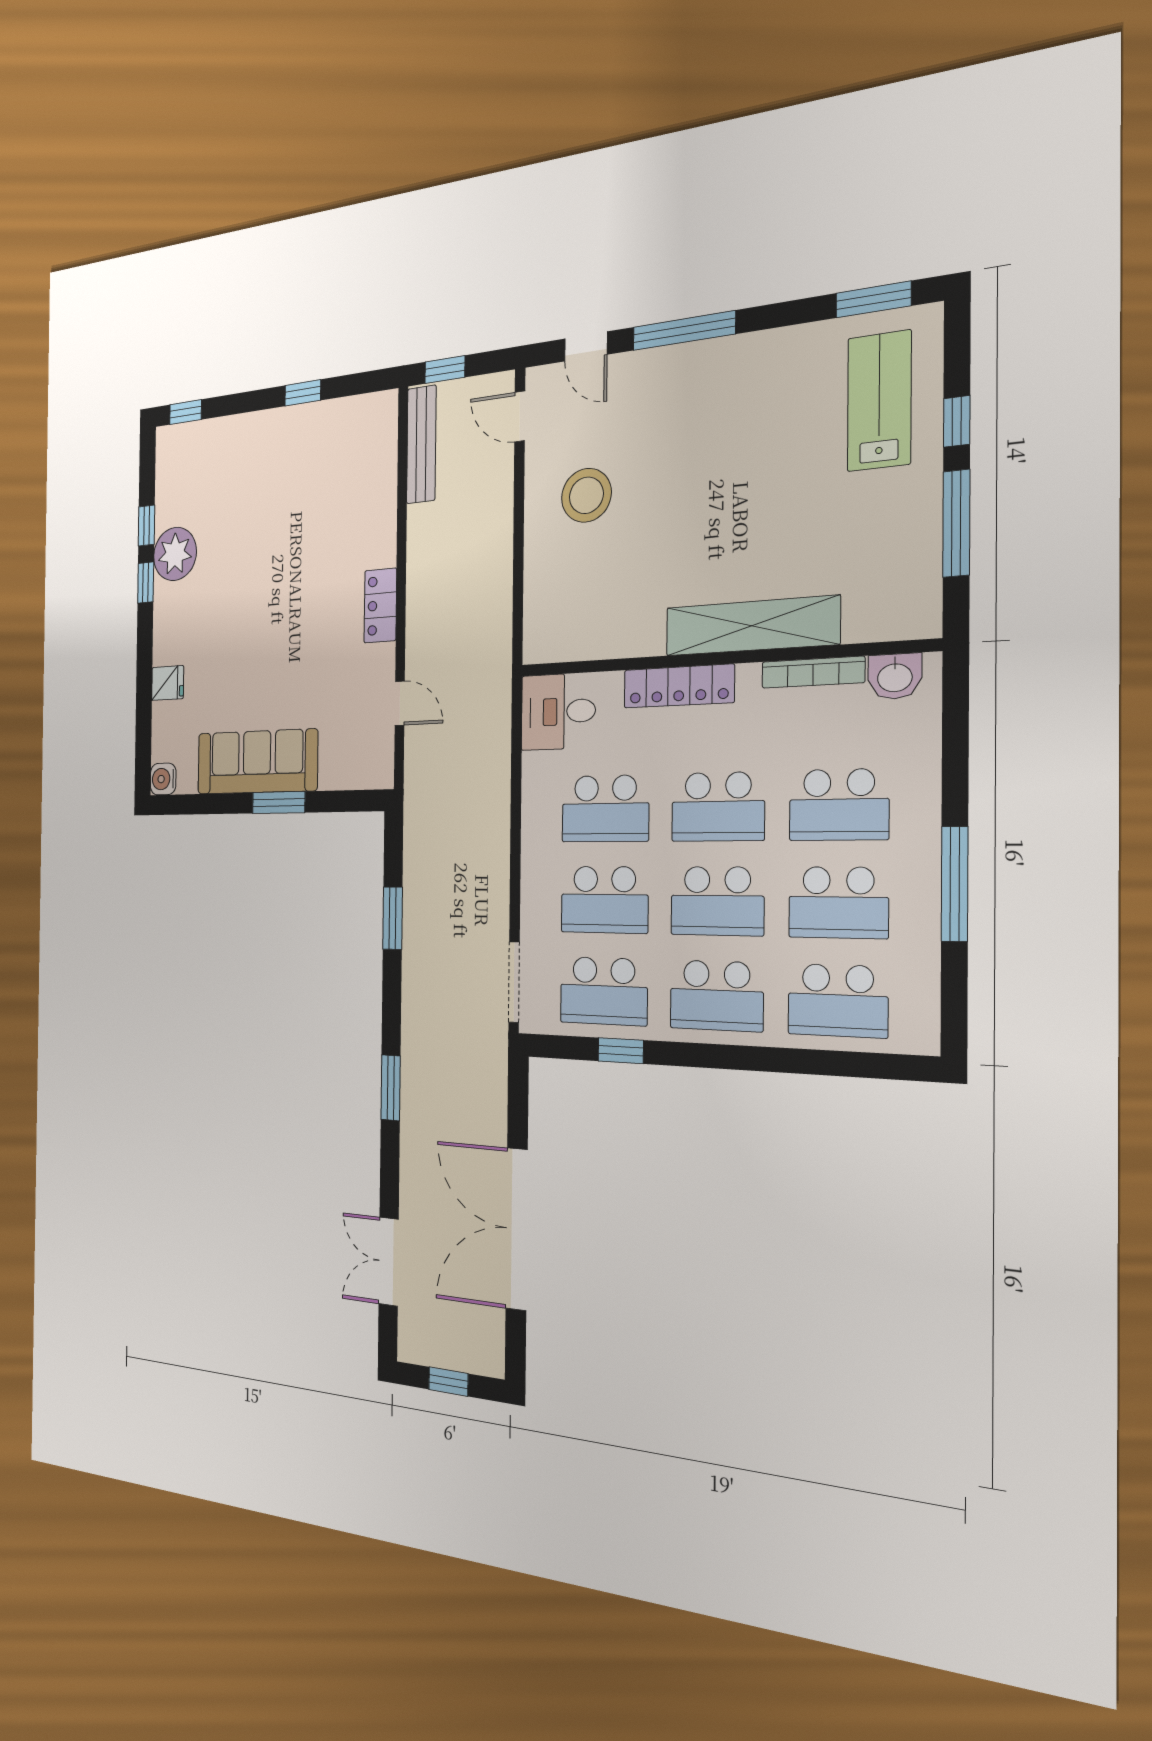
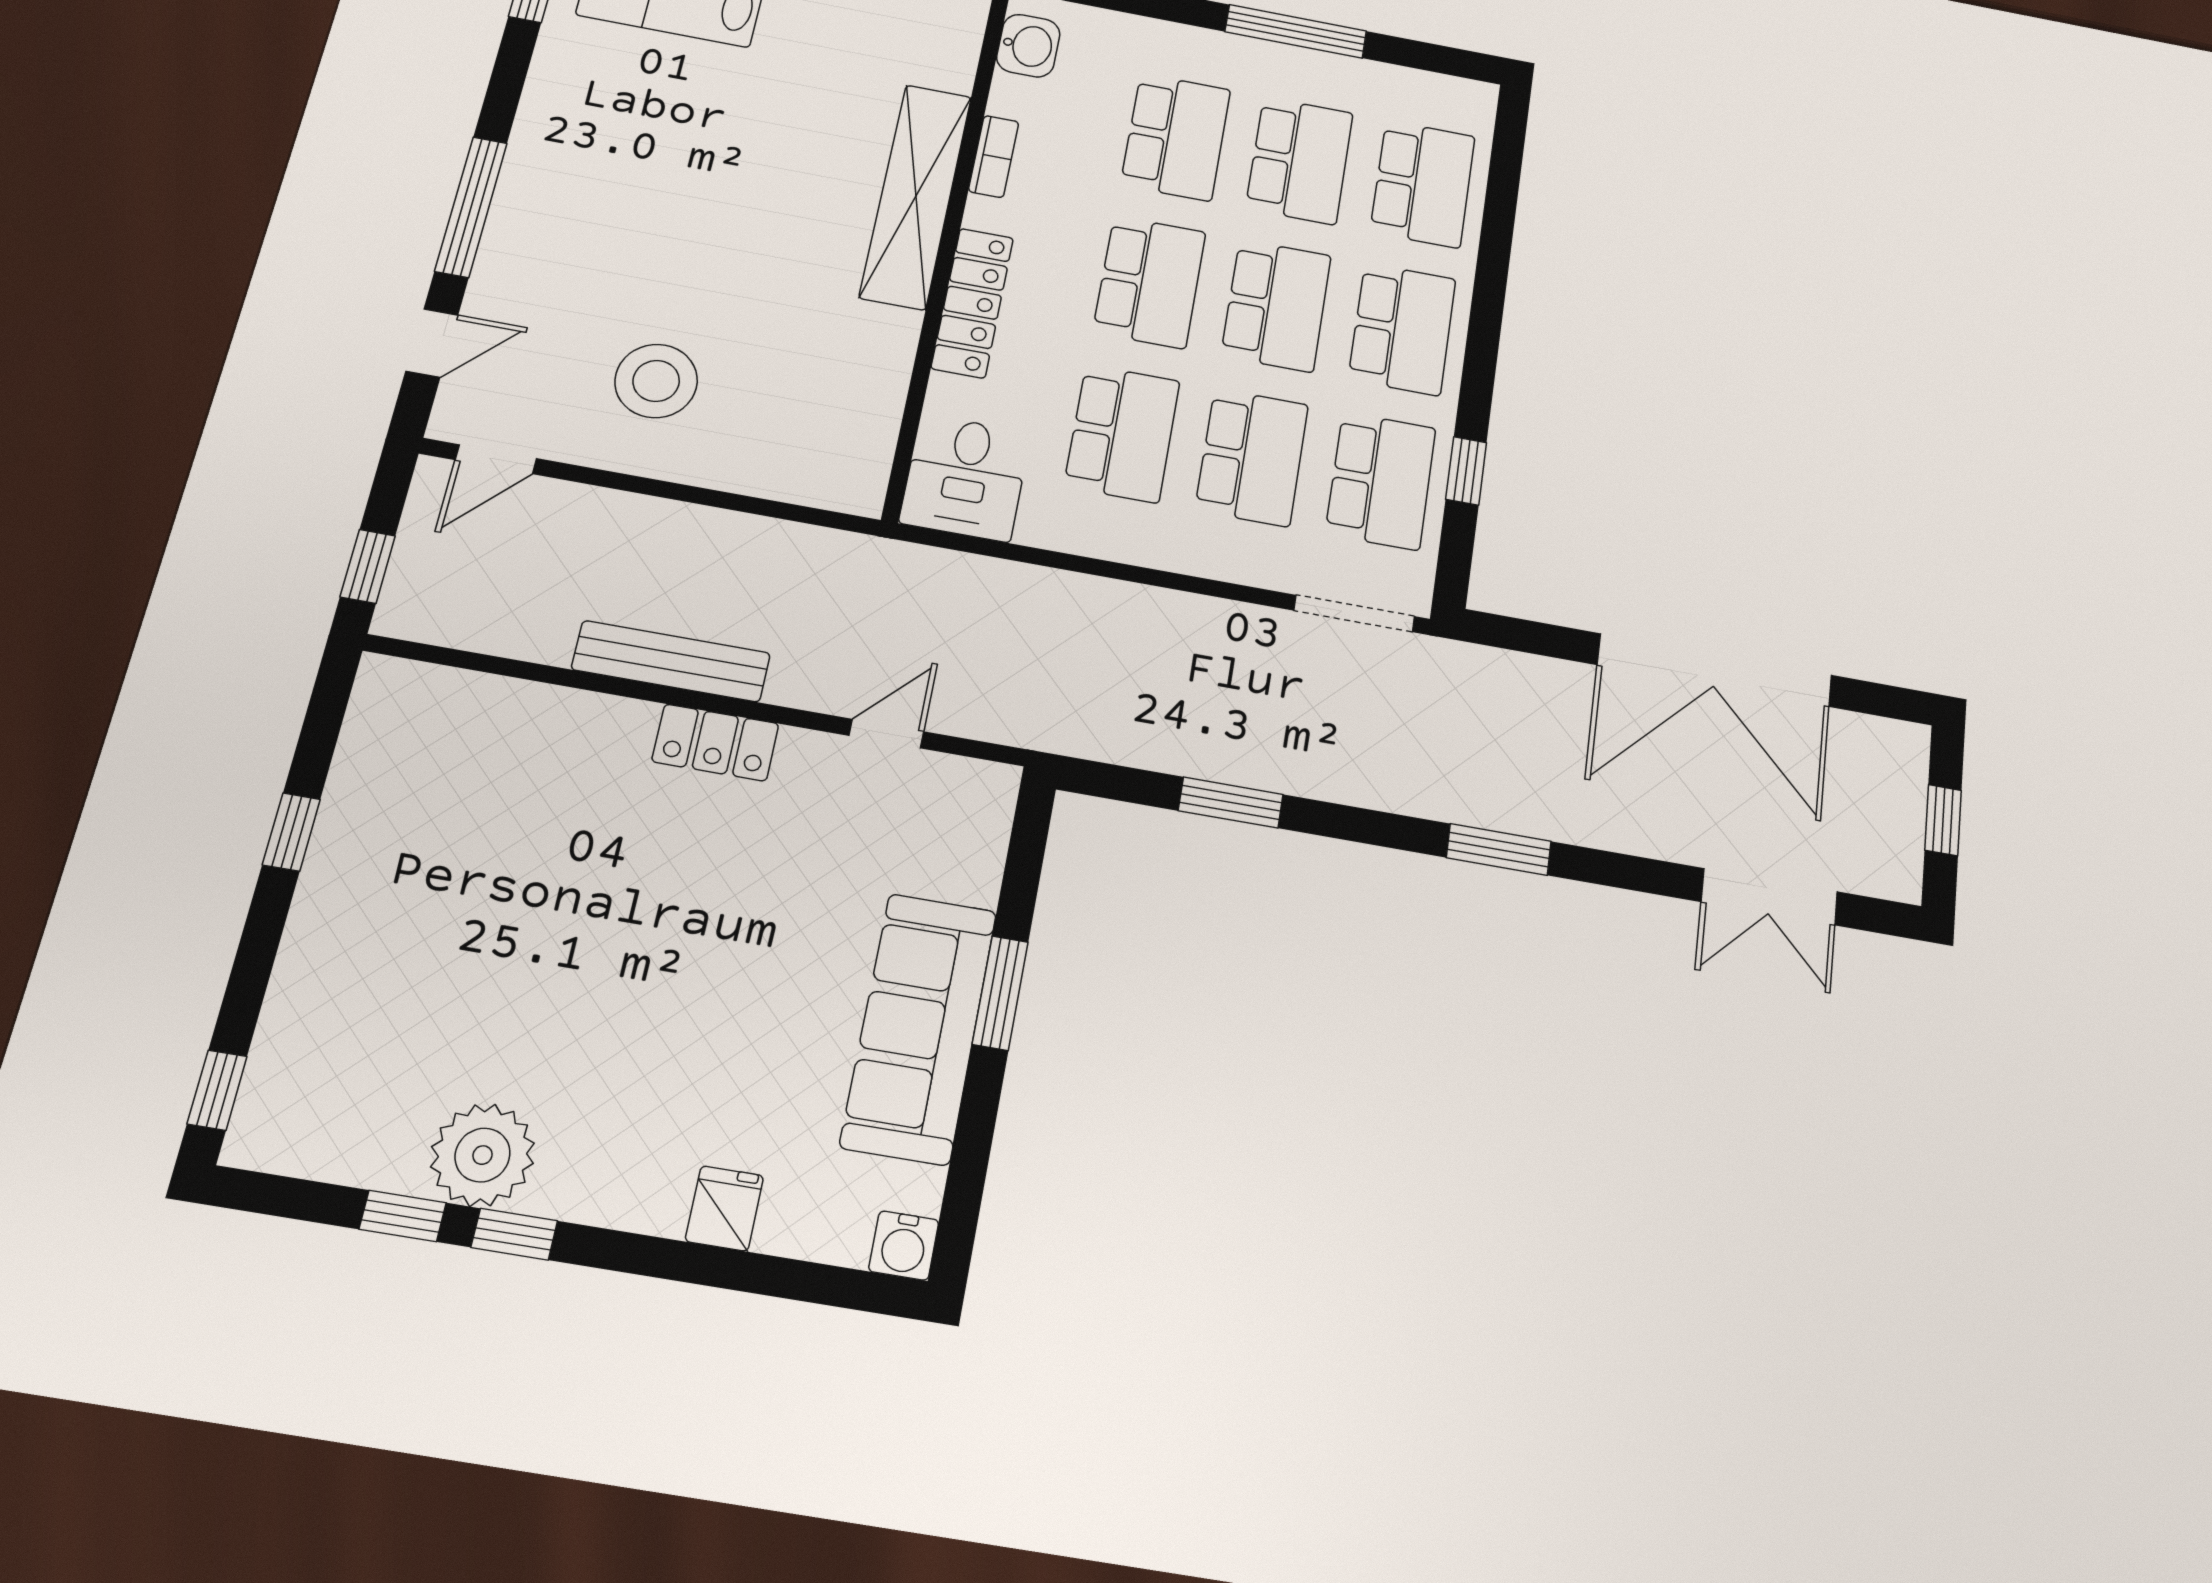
bench: (421, 444) -> (671, 661), moved
bookcase: (813, 672) -> (994, 156), width x0.64

